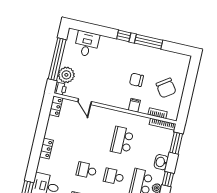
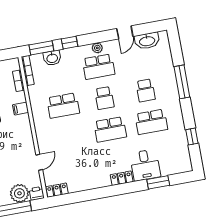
locker: (46, 148) -> (122, 178), moved
washbasin: (161, 162) -> (52, 58), moved
school desk: (86, 170) -> (110, 129), width x1.85
window: (168, 179) -> (70, 43), moved

